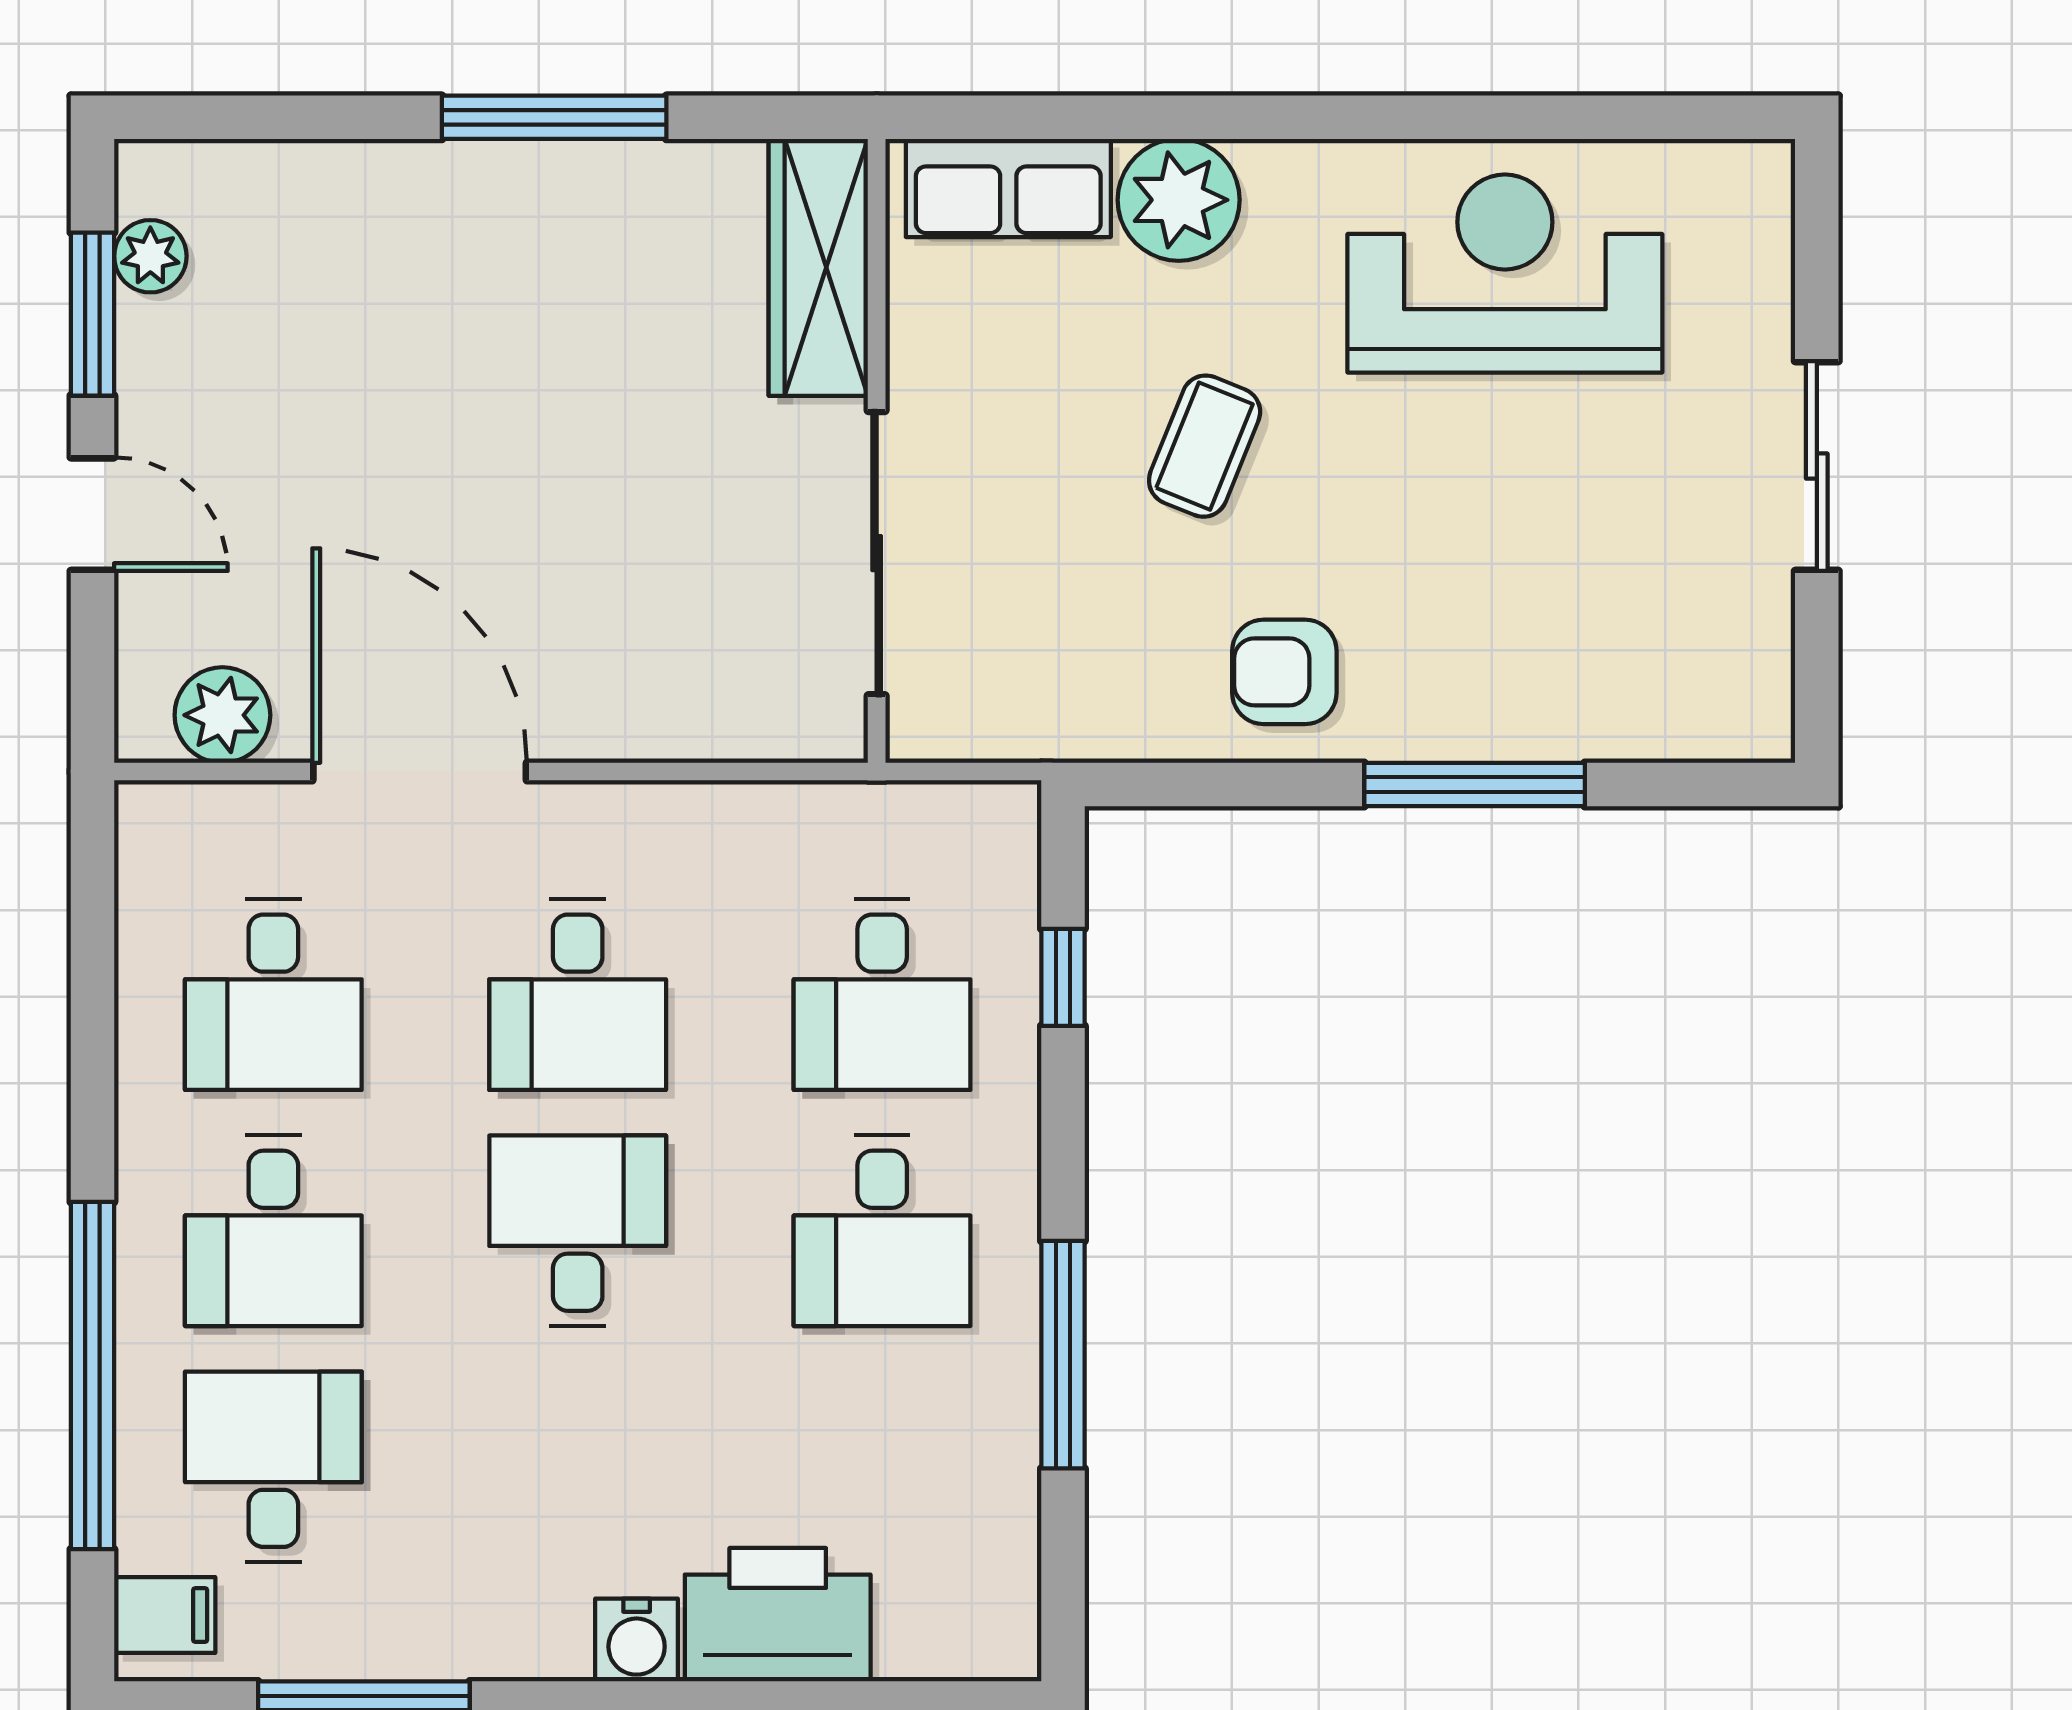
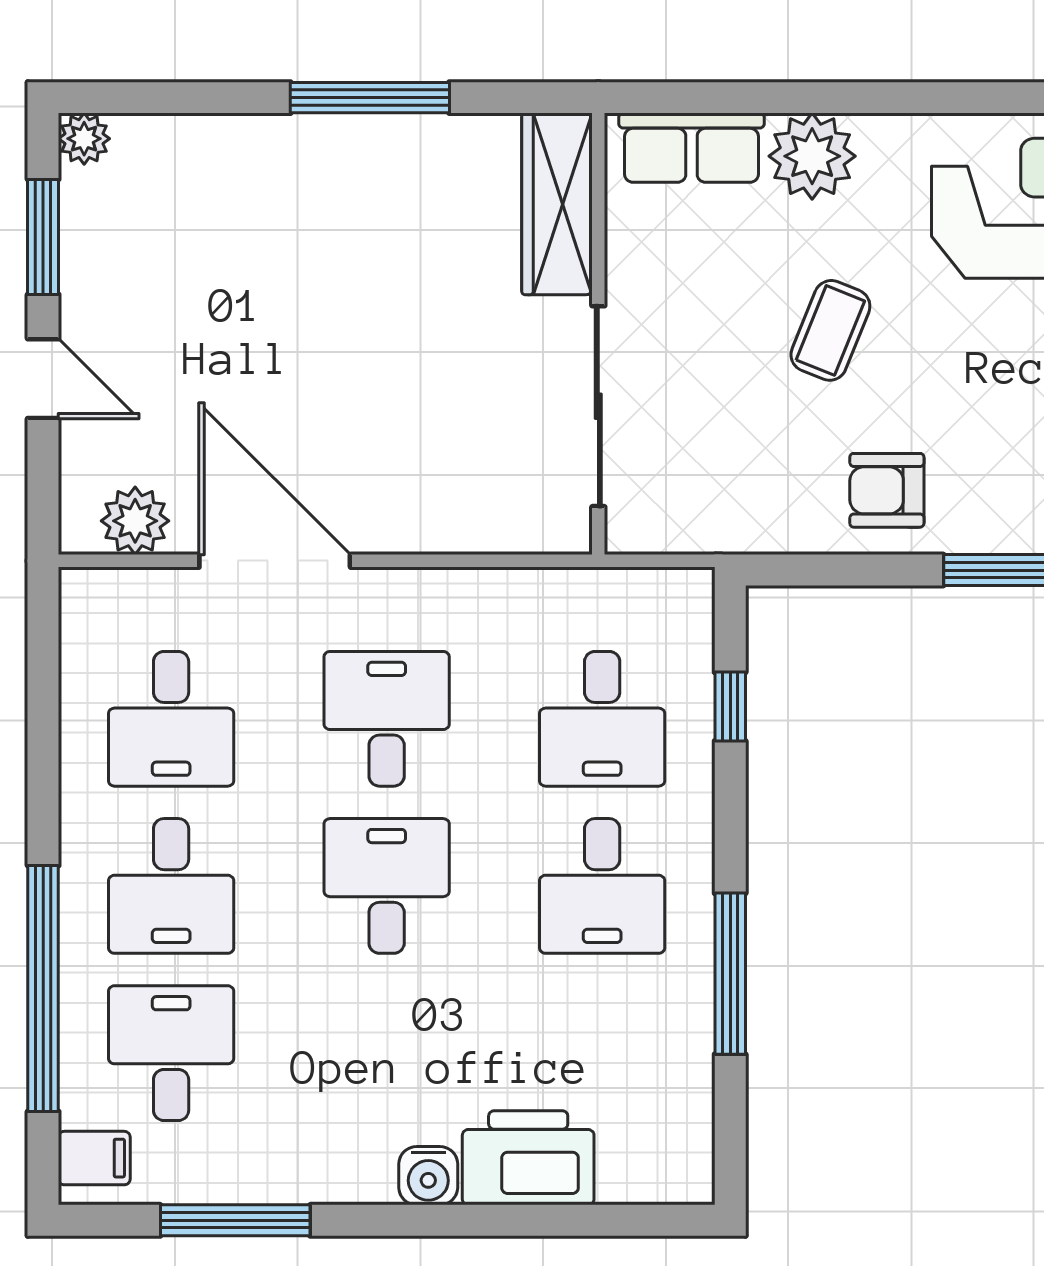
plant: (150, 256) -> (84, 139), moved
desk: (578, 995) -> (387, 719), turned 180

